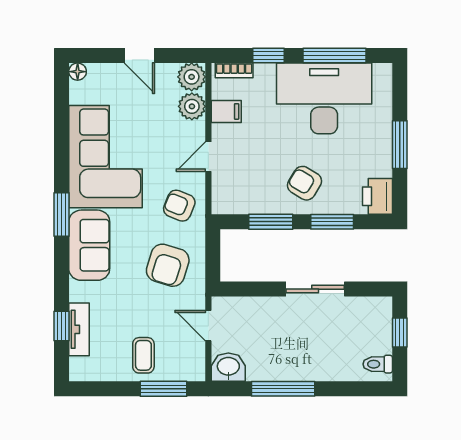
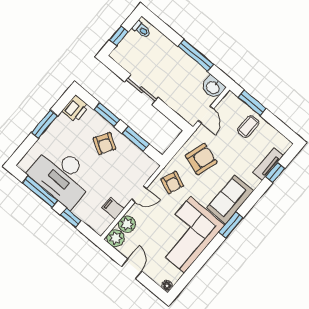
bookcase: (234, 70) -> (93, 224), removed

